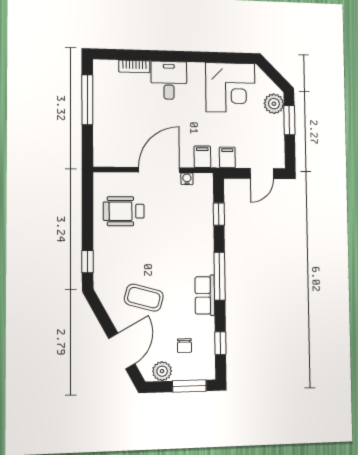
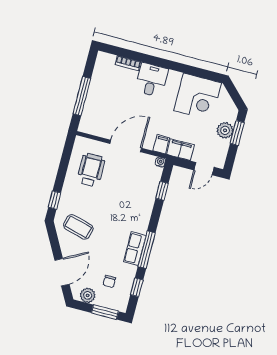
window: (87, 100) -> (82, 96), moved
plant: (274, 104) -> (225, 130), moved
filing cabinet: (227, 157) -> (180, 150), width x2.00
water cooler: (187, 179) -> (160, 162), moved
wheelchair: (124, 211) -> (91, 170), turned 90
window: (220, 276) -> (147, 250), moved
coffee table: (144, 298) -> (78, 227), moved

